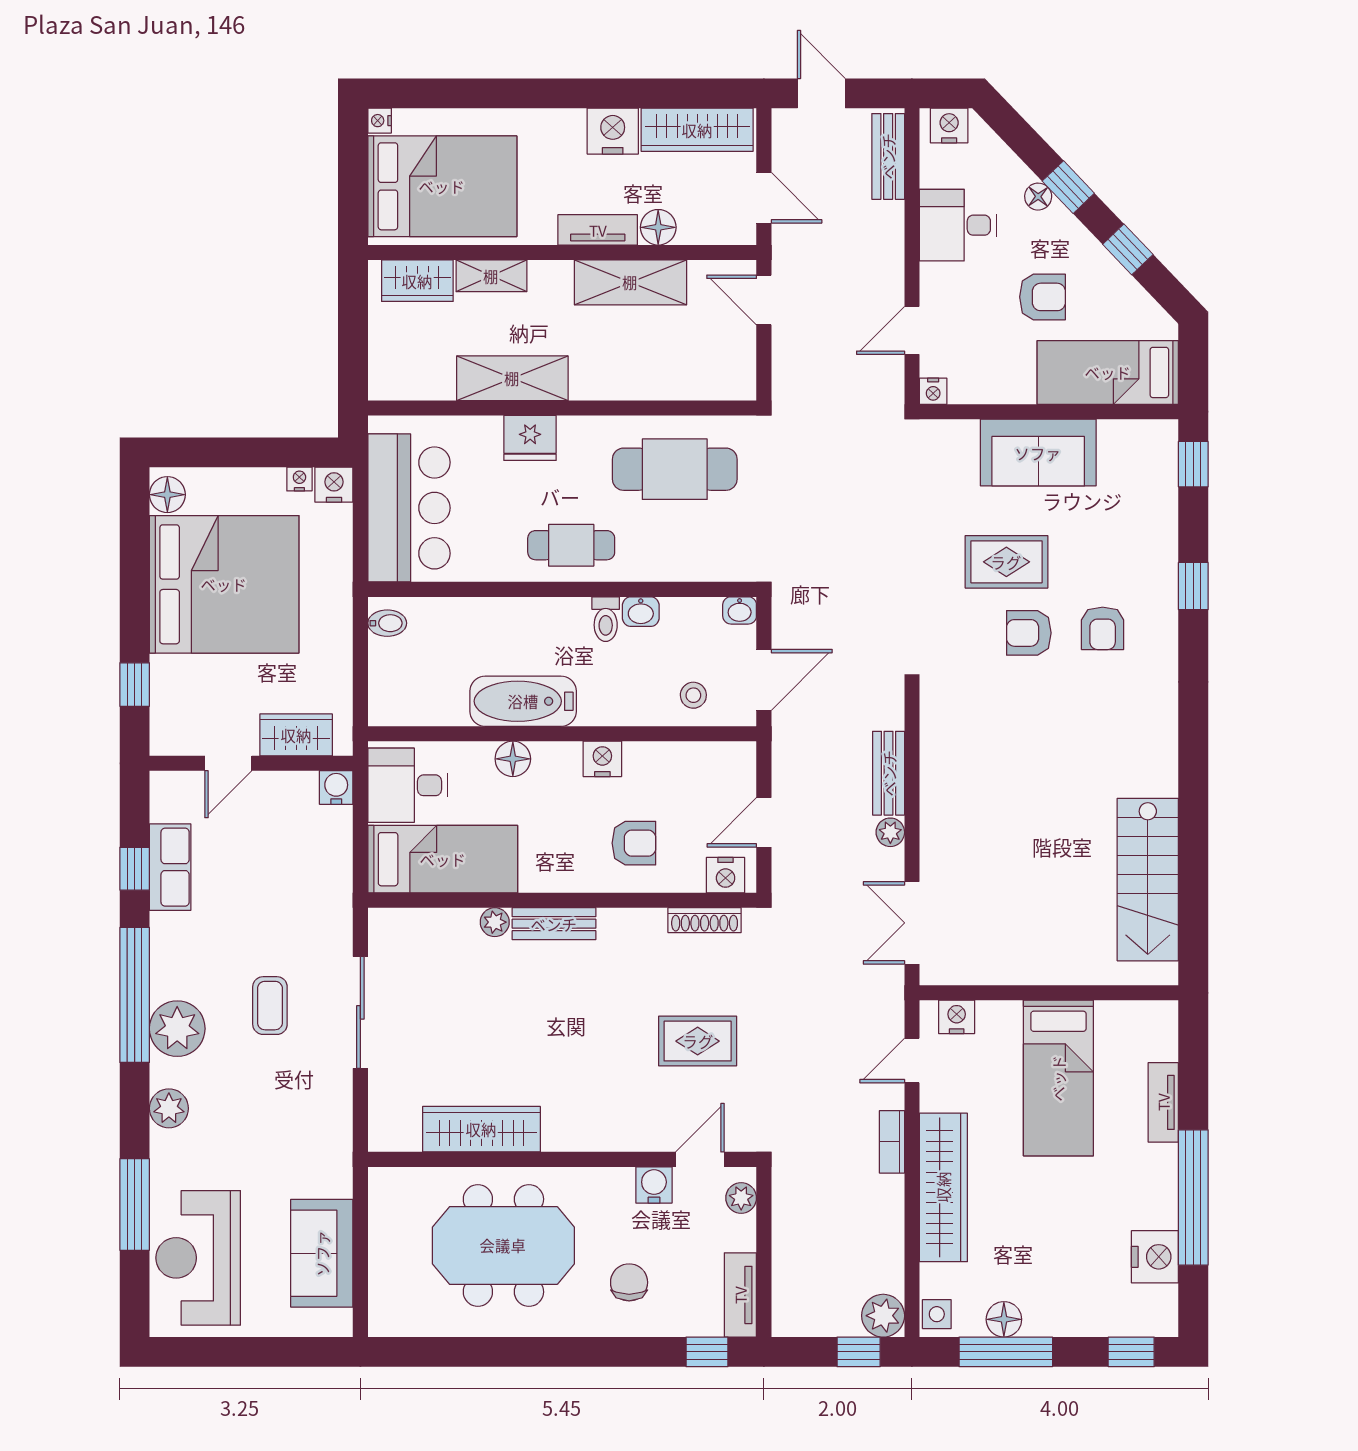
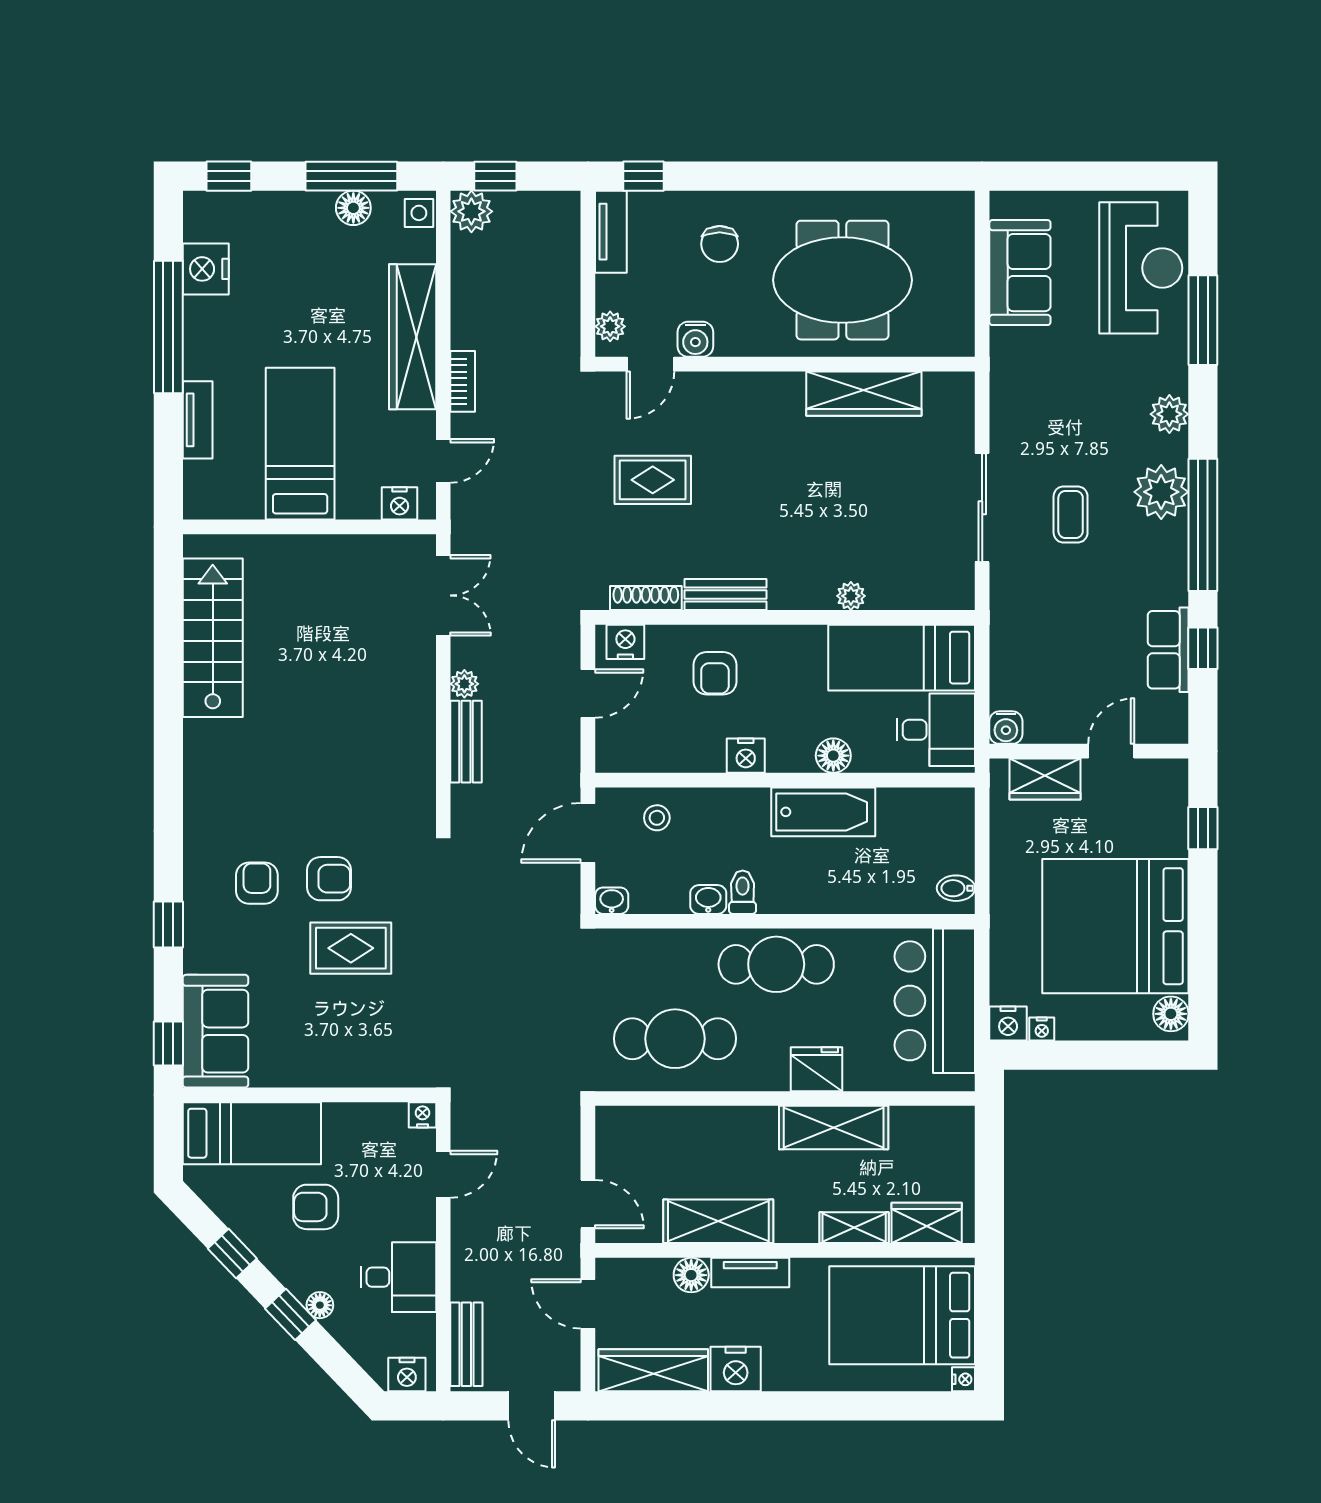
sofa: (1038, 453) -> (215, 1031), moved, turned 90
cafe table: (571, 545) -> (776, 964), width x1.37, depth x1.35
armchair: (634, 843) -> (715, 673), turned -90
bench: (554, 924) -> (725, 595), moved

